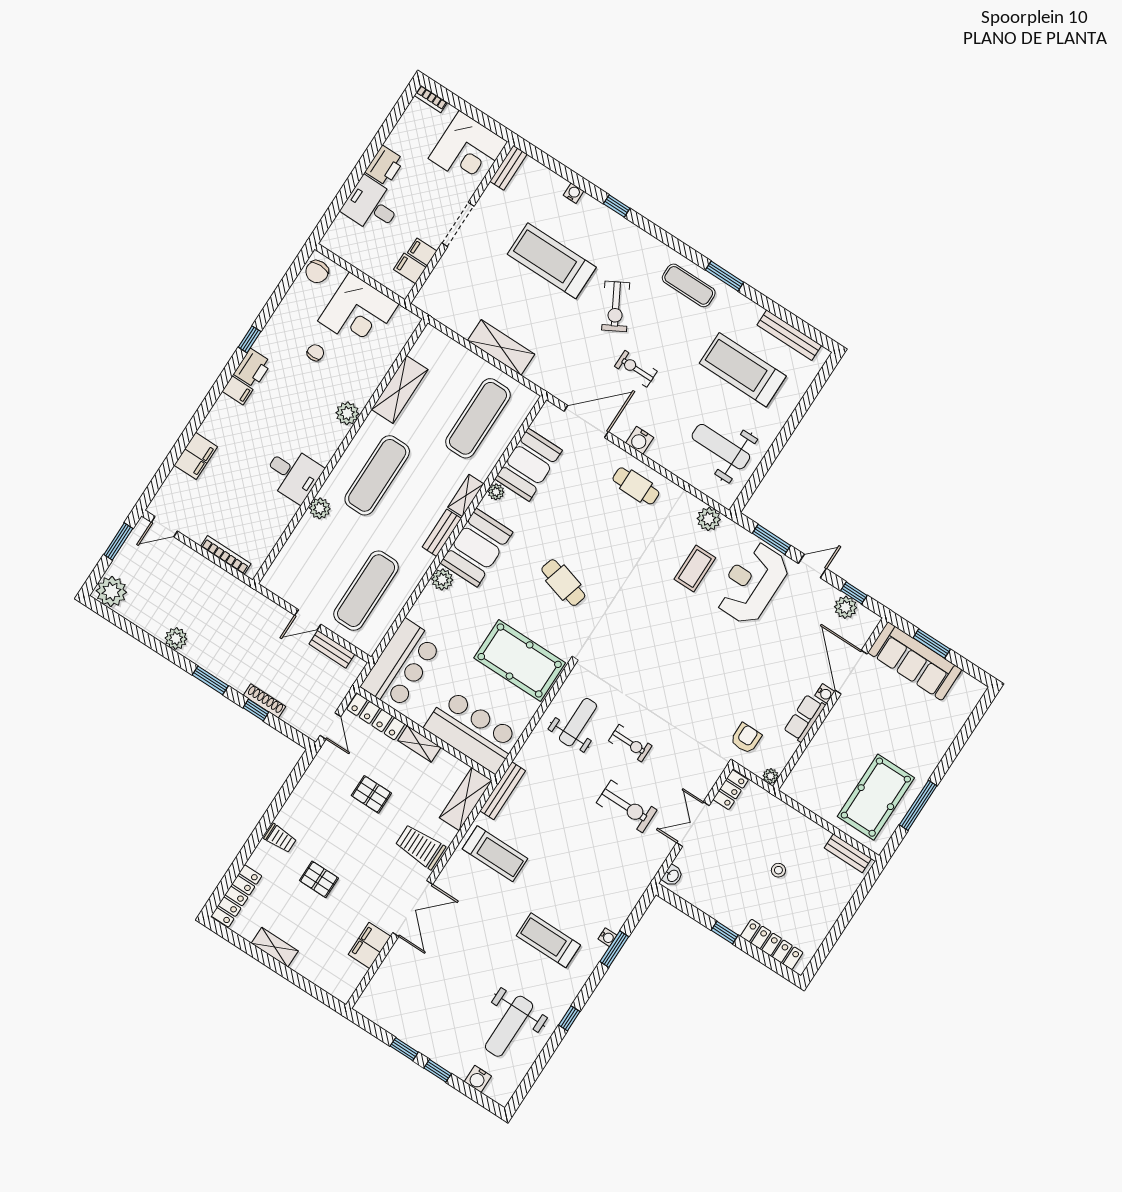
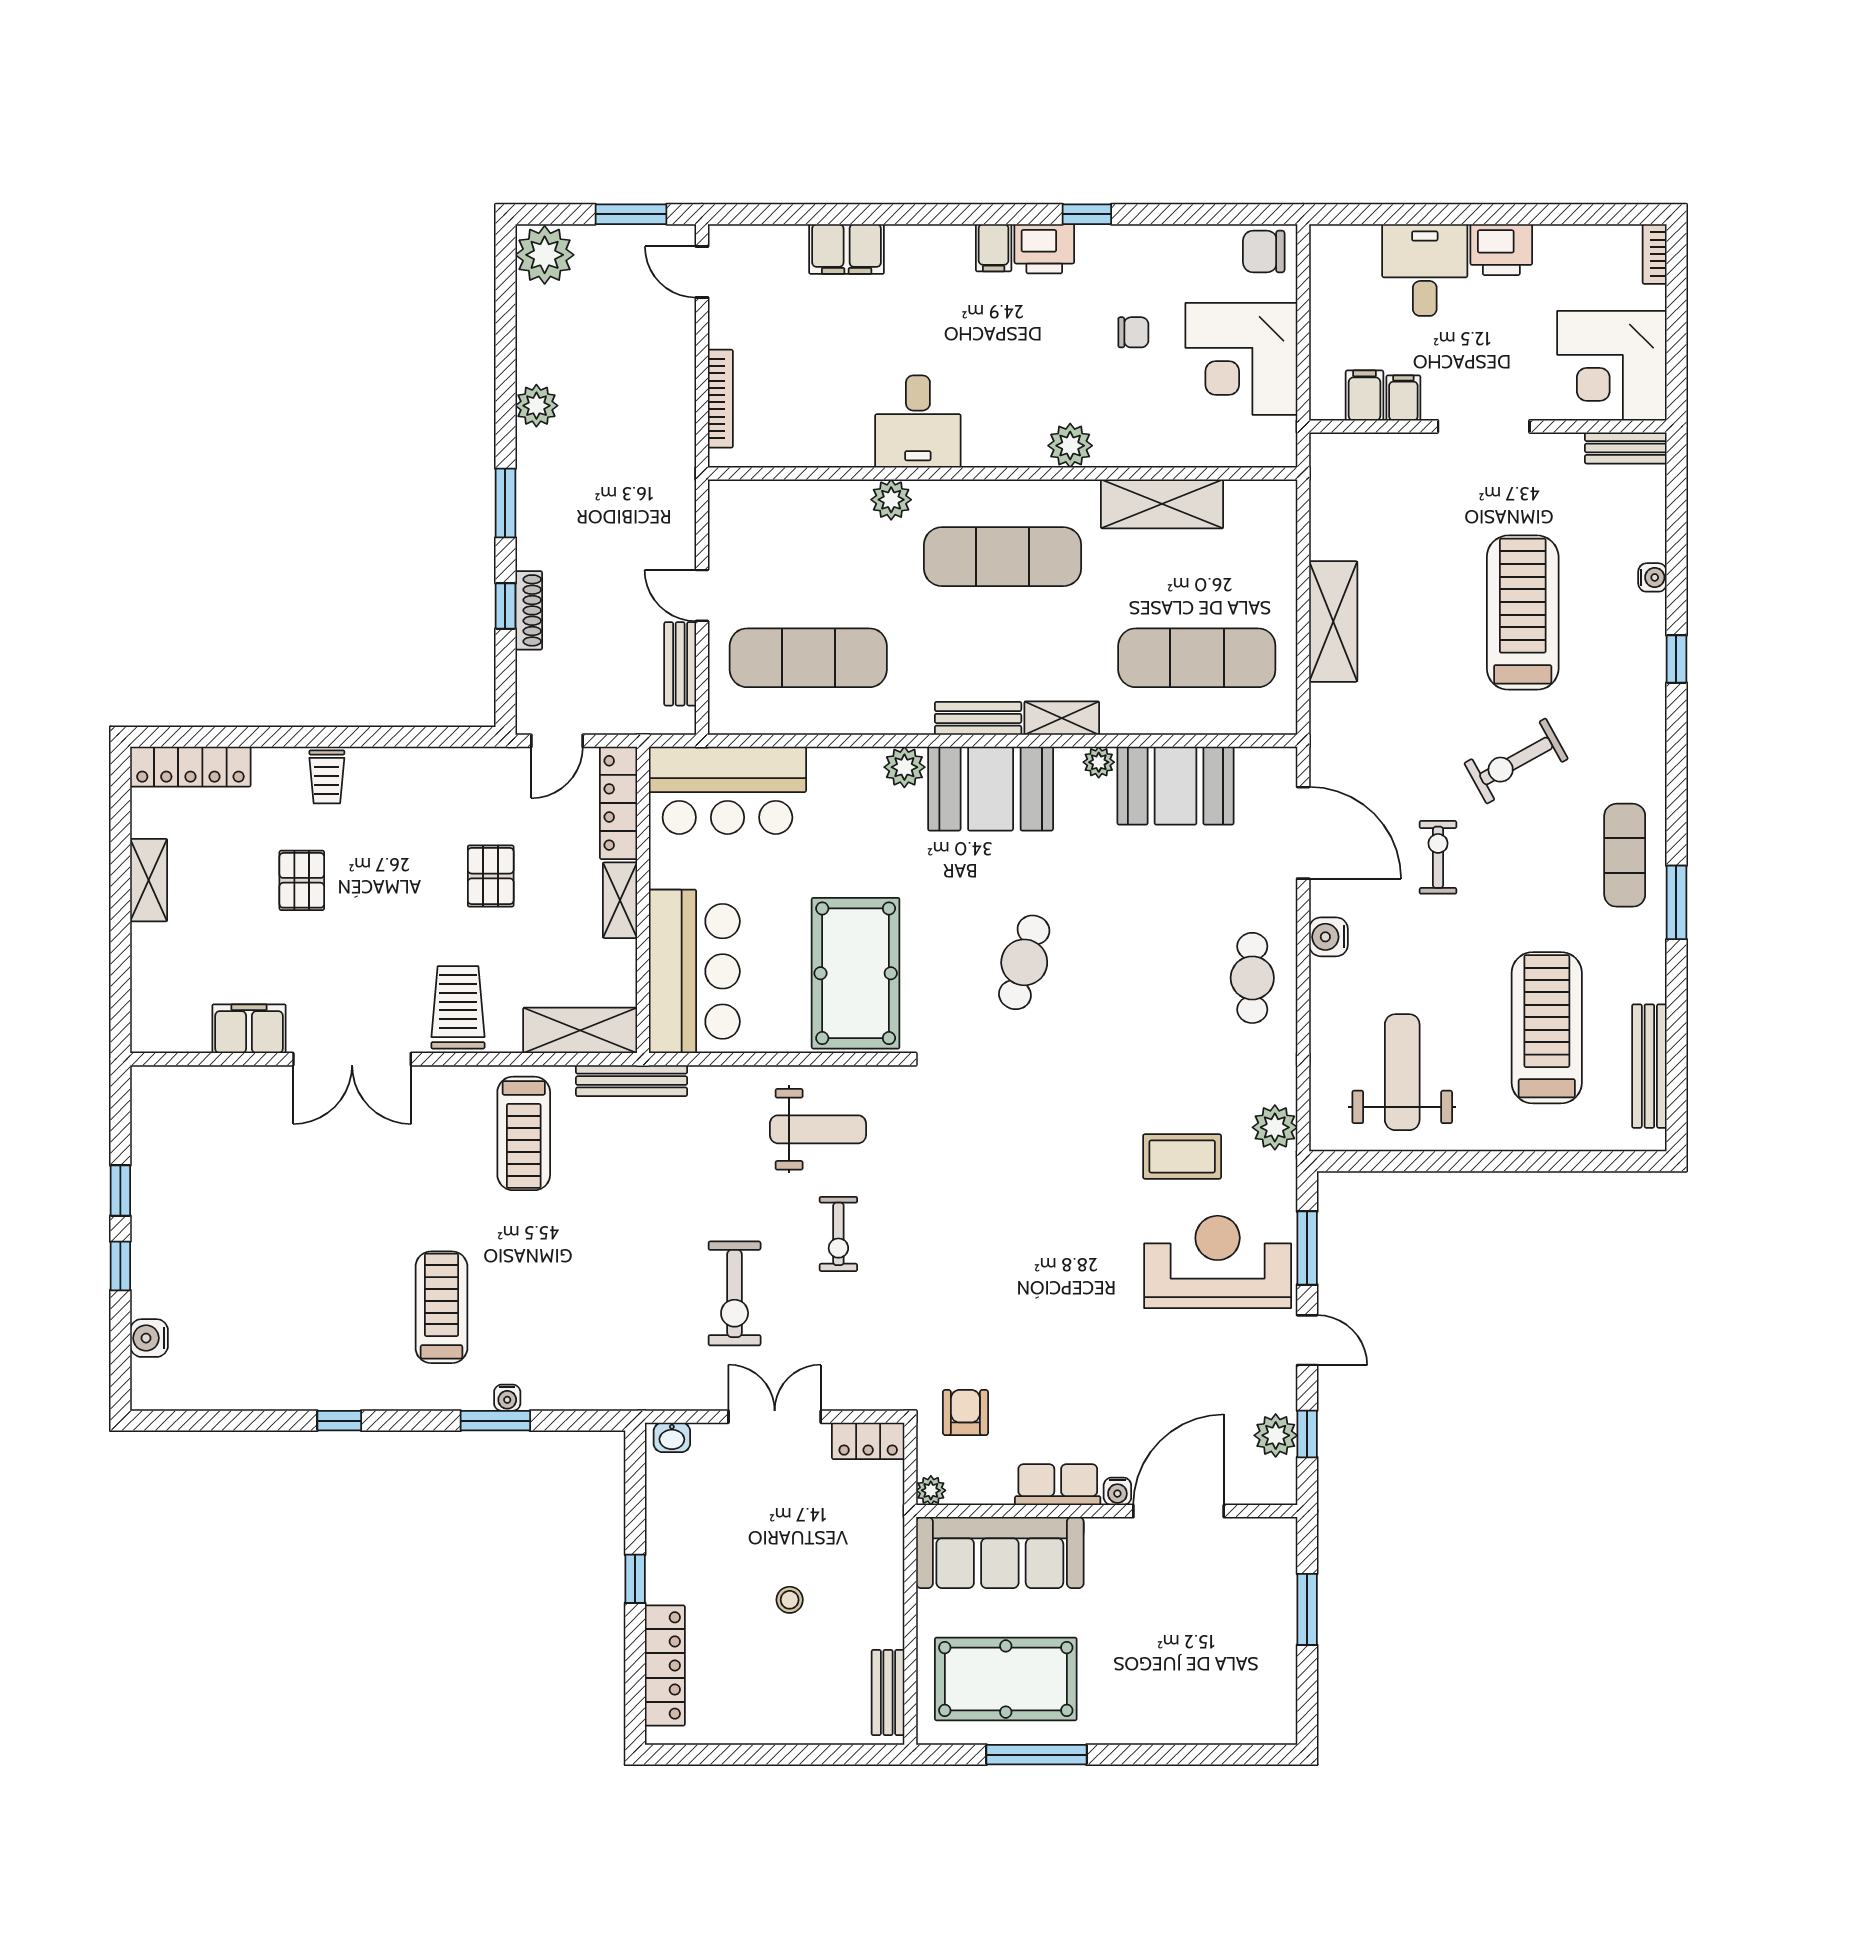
sofa: (915, 661) -> (1000, 1553), moved, turned -90
armchair: (746, 738) -> (965, 1412), turned -90
weight bench: (509, 1026) -> (265, 1333), removed

